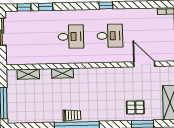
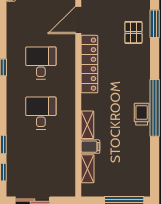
locker: (110, 74) -> (89, 64), added
filing cabinet: (46, 76) -> (90, 147), added

